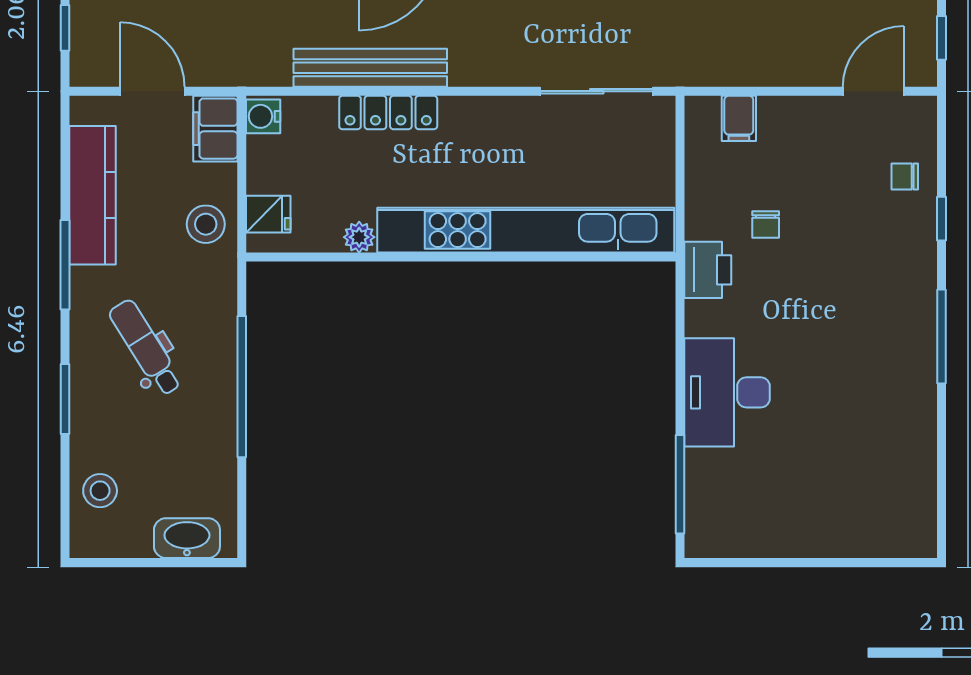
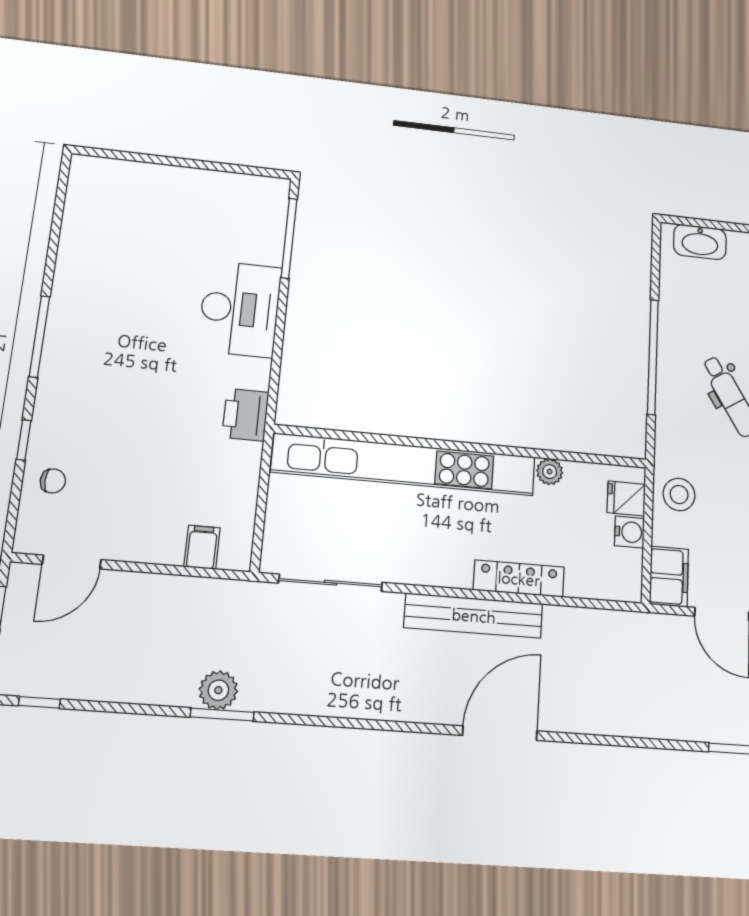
bench: (370, 68) -> (474, 616), moved
water cooler: (263, 116) -> (629, 532), moved
chair: (766, 225) -> (188, 450), removed

